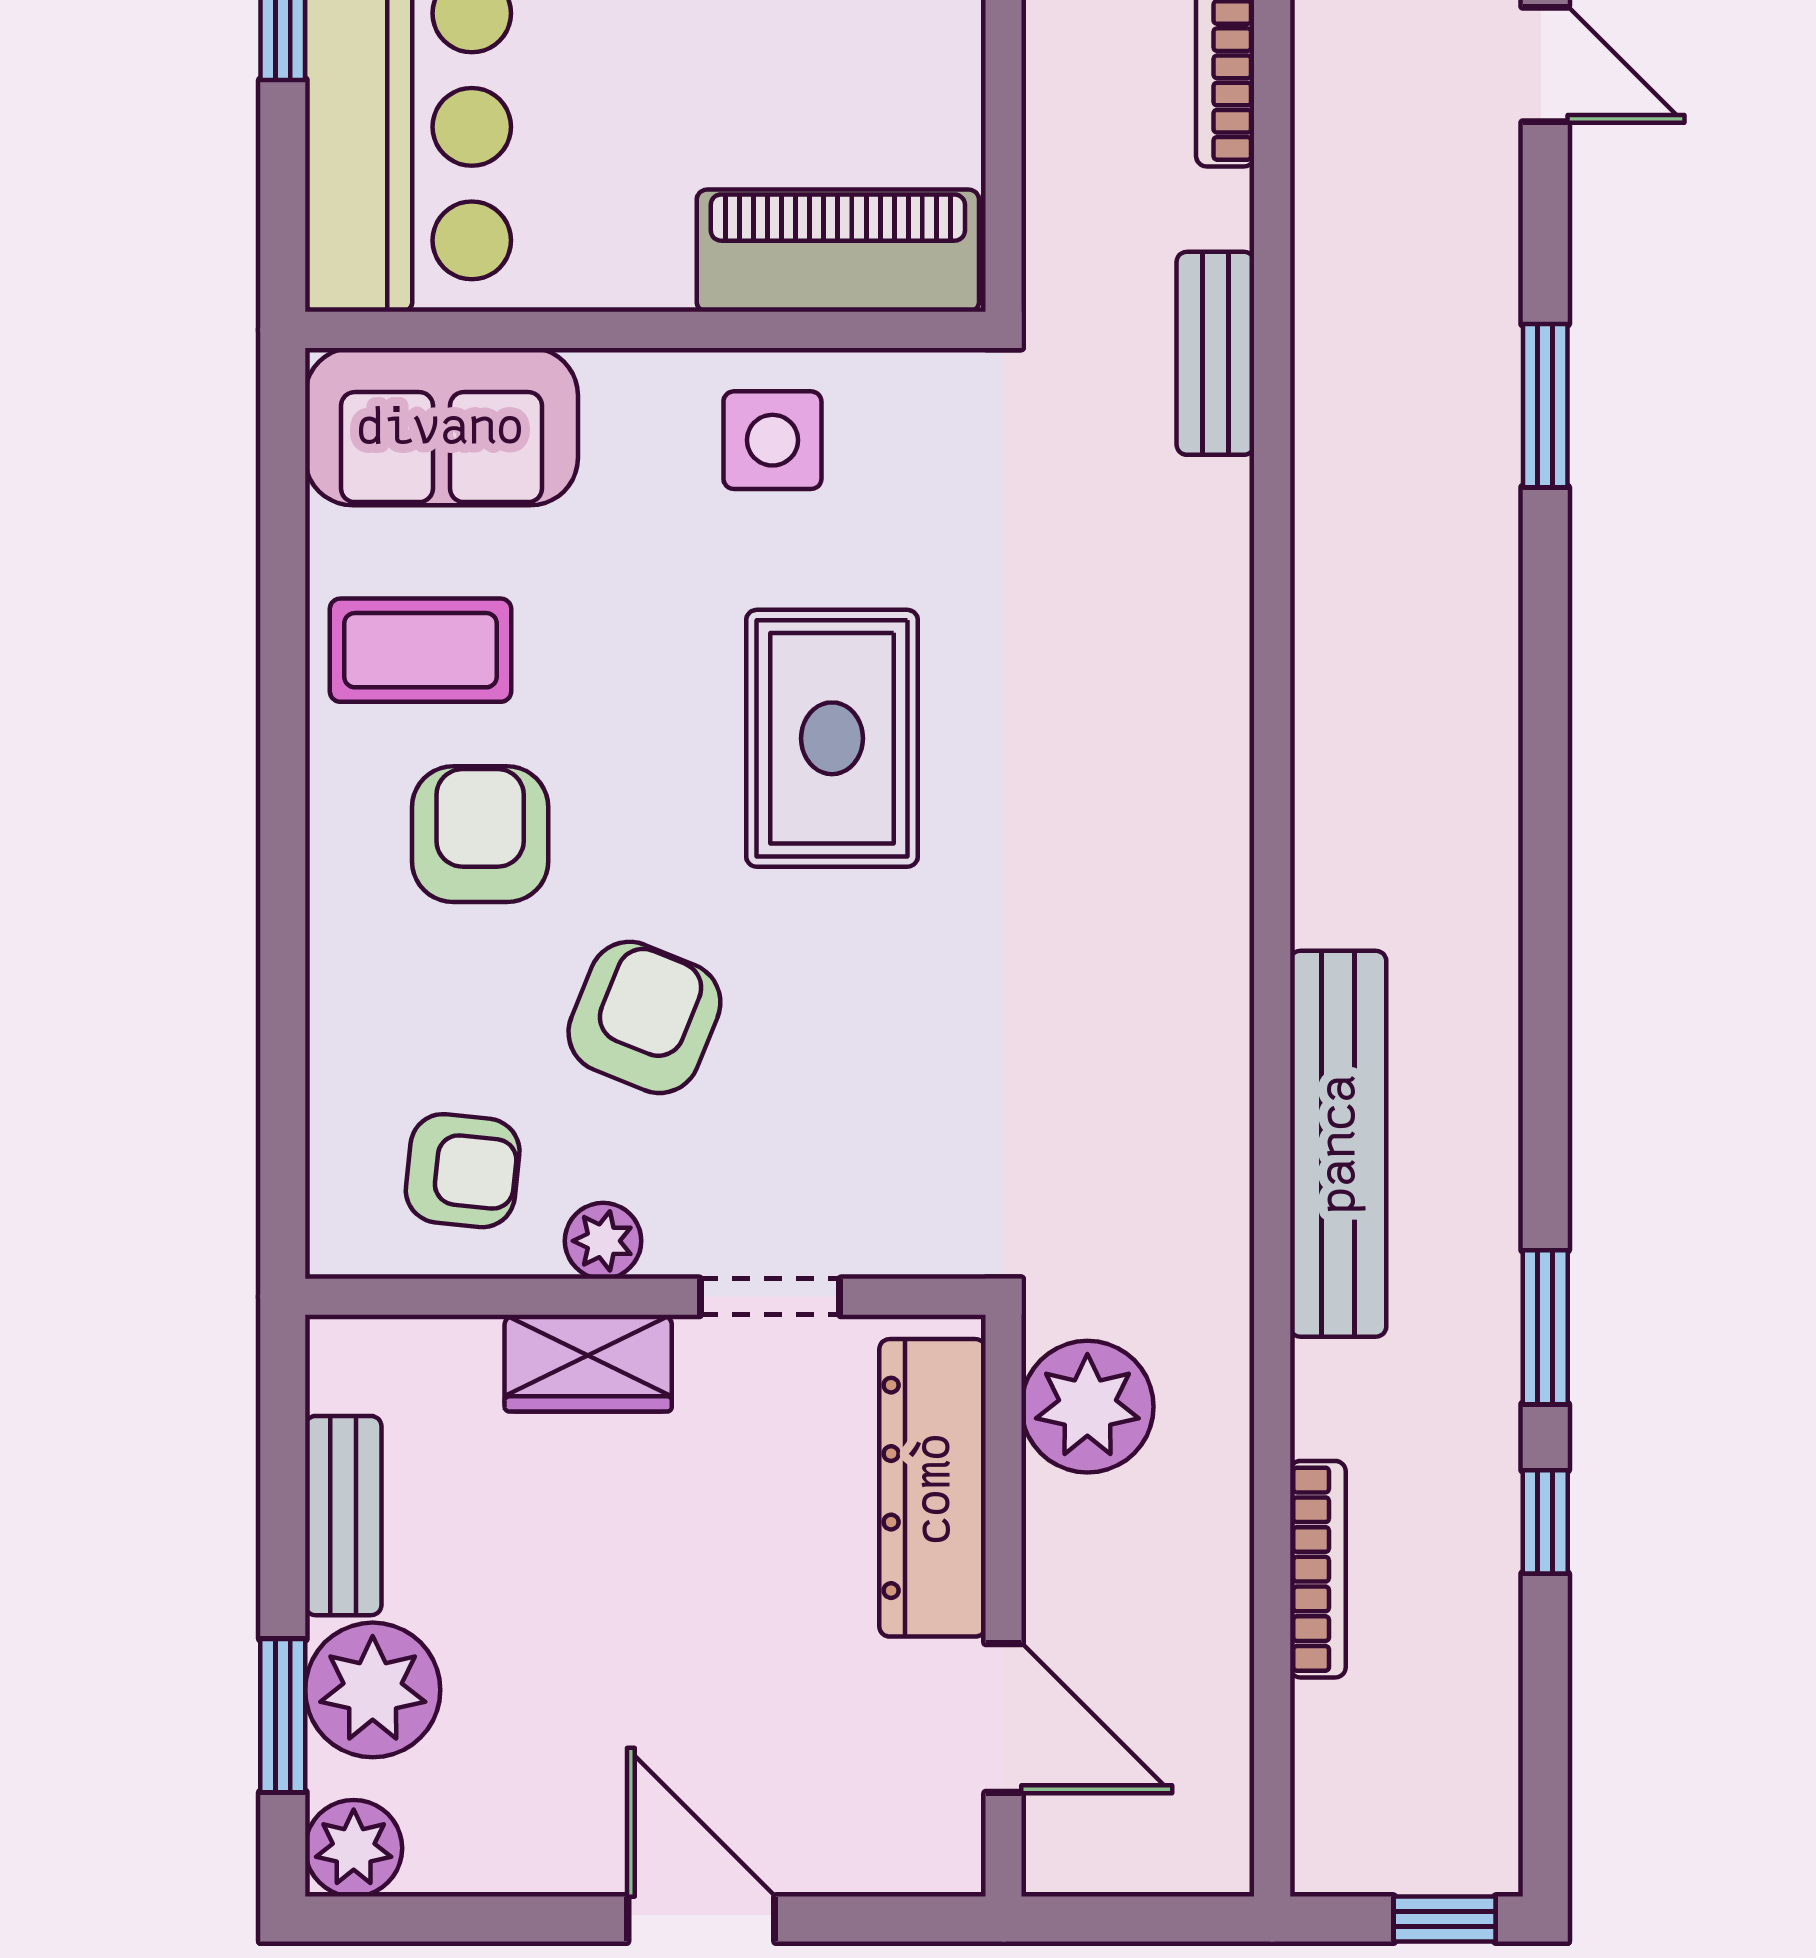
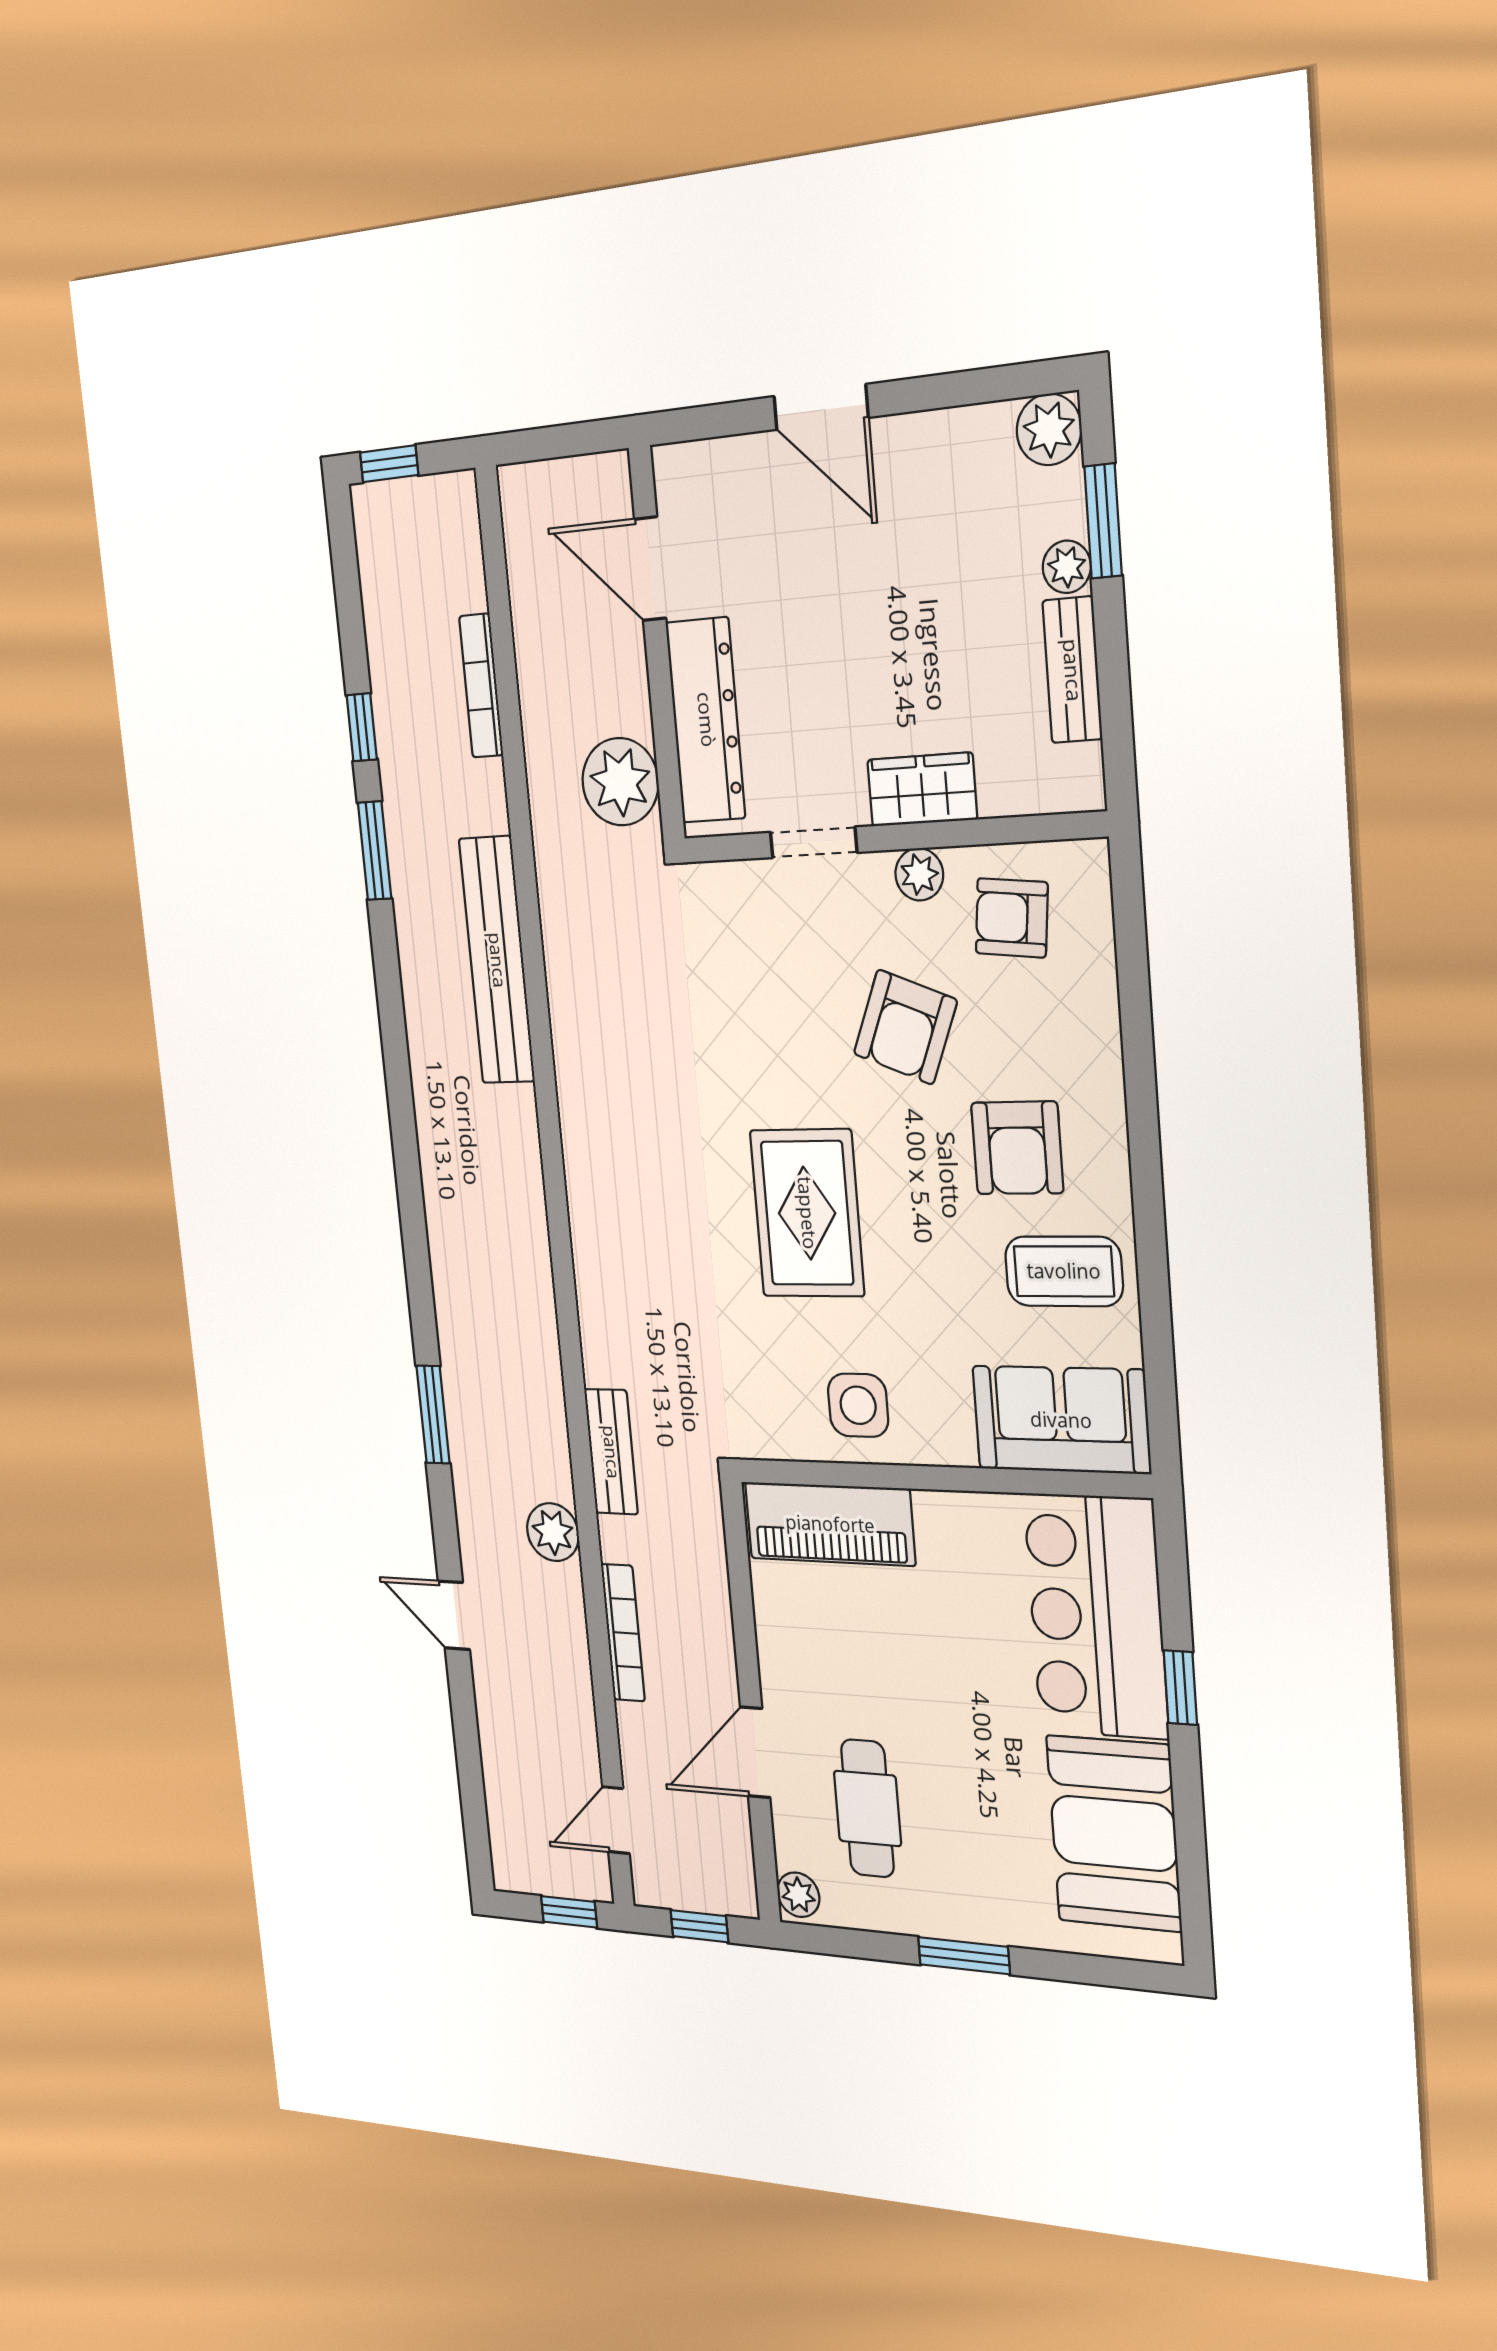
plant: (1338, 216) -> (553, 1532), added
plant: (373, 1690) -> (1067, 567), width x0.53, depth x0.53

